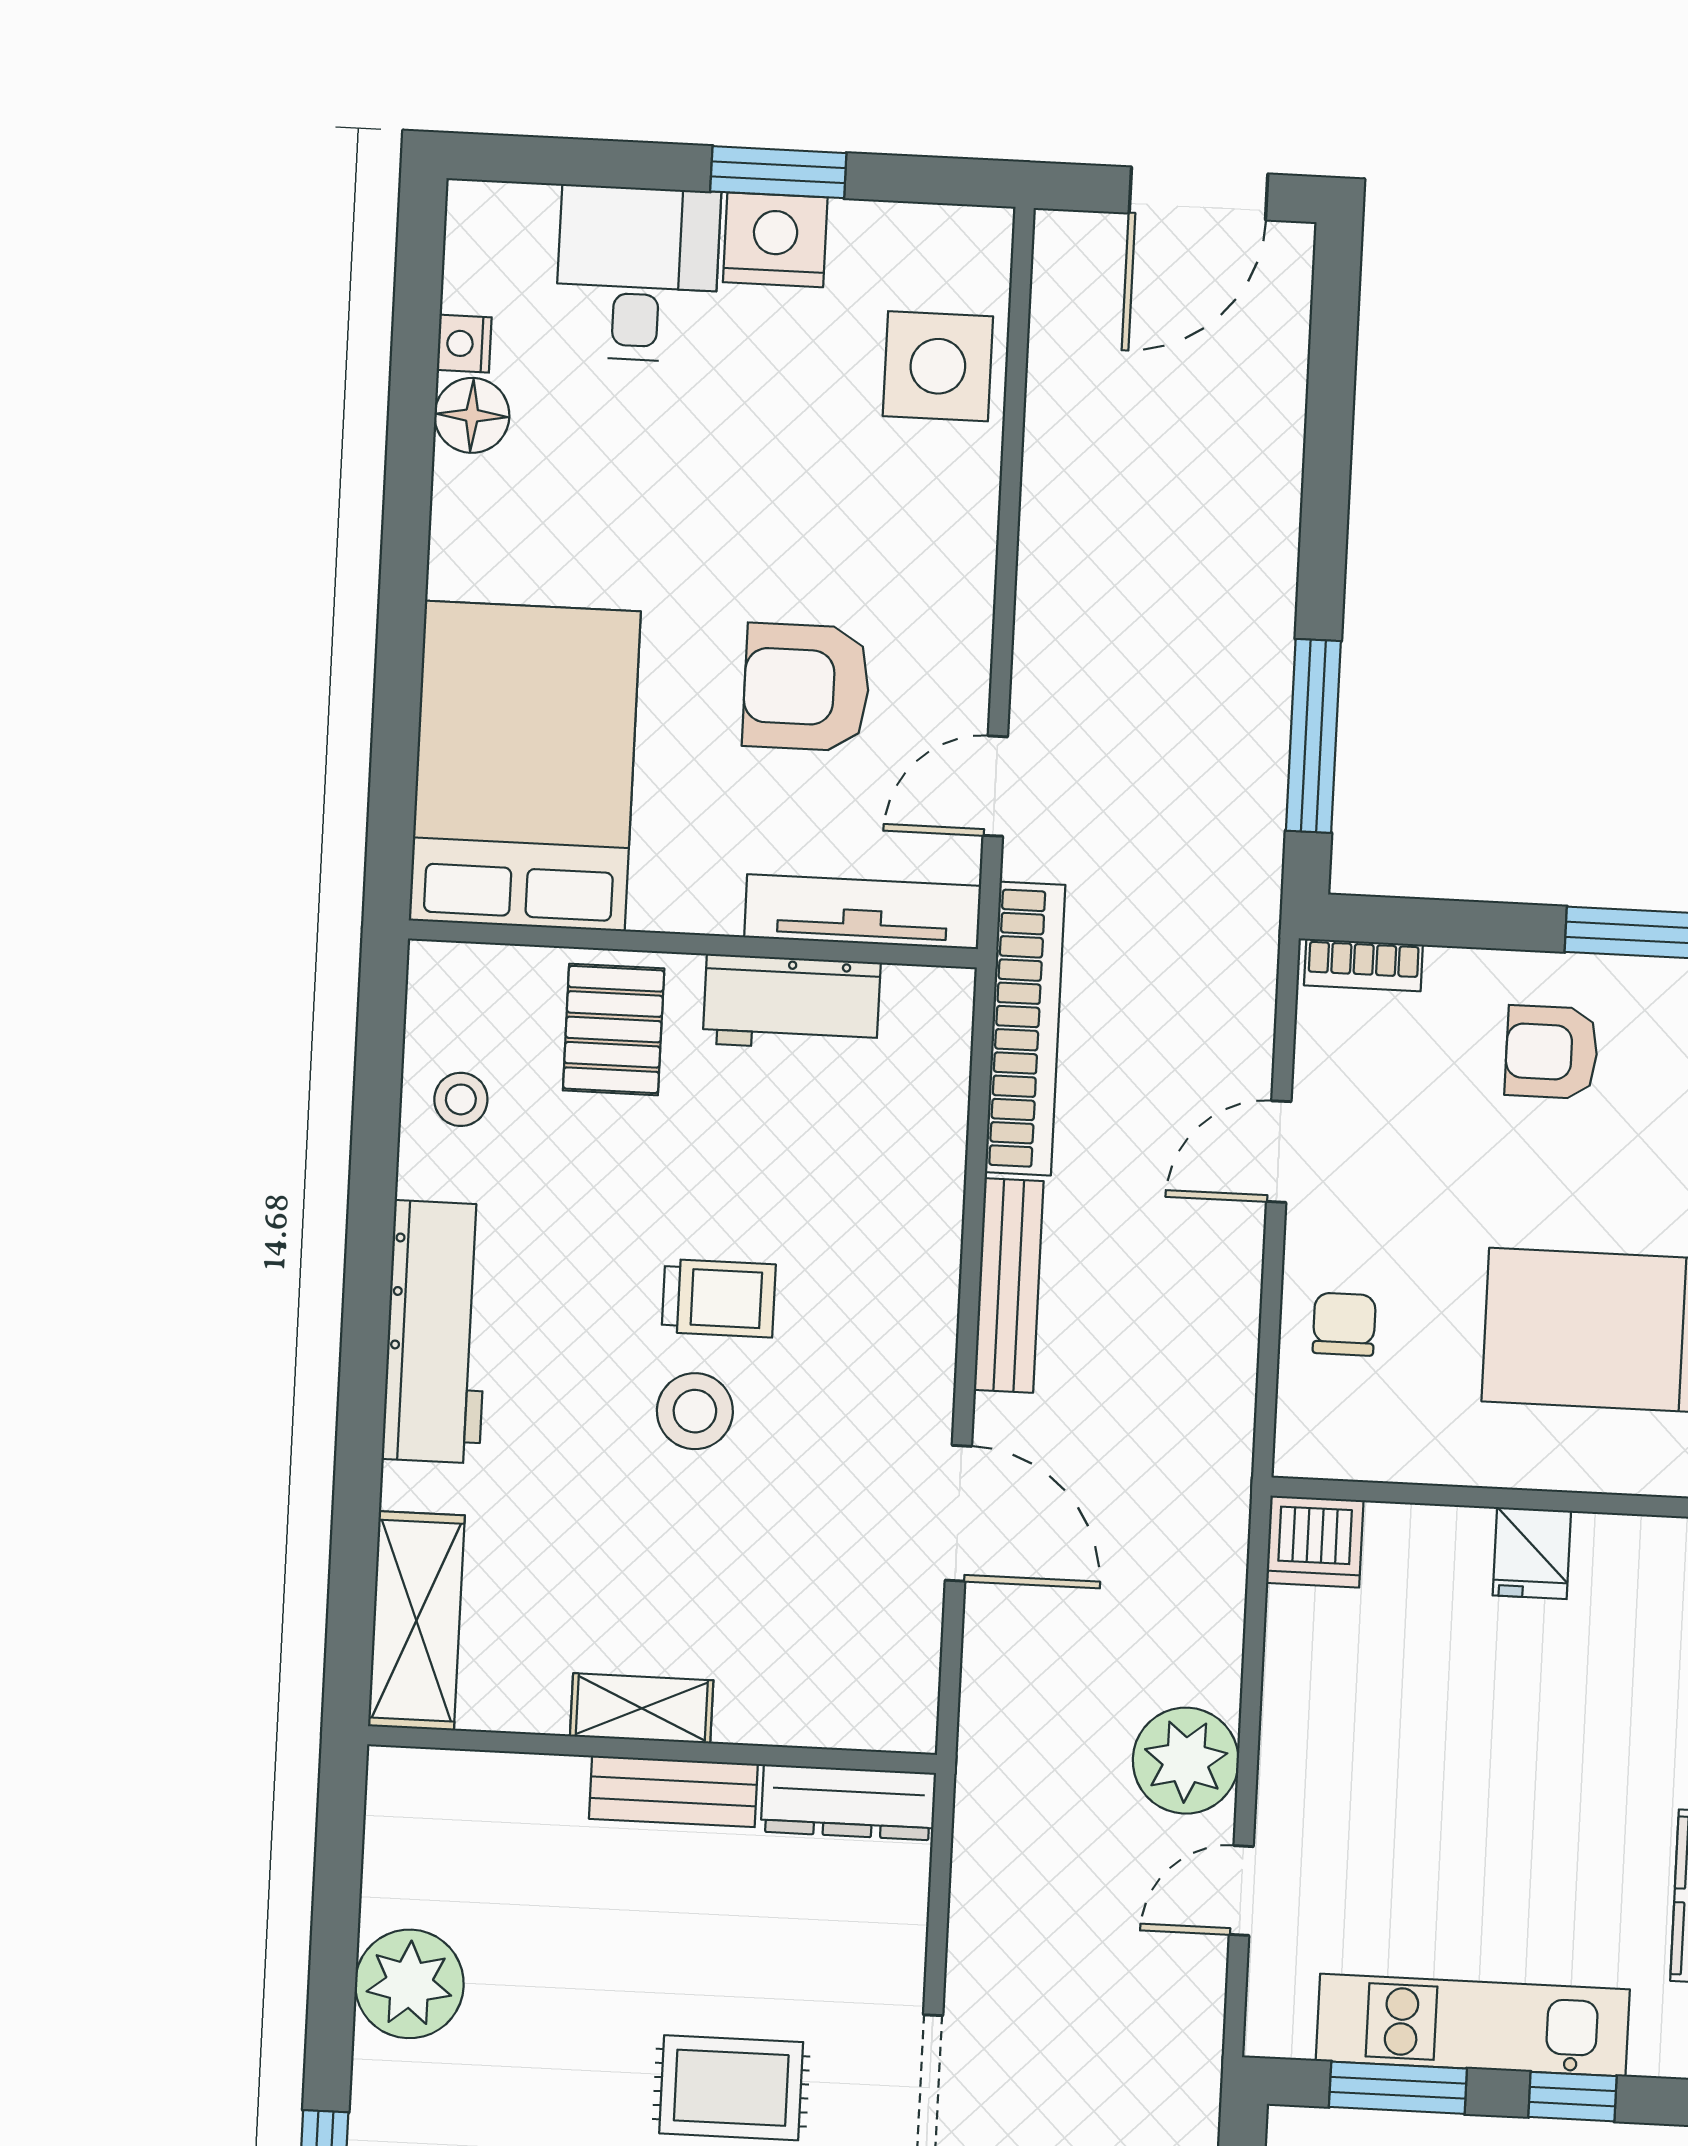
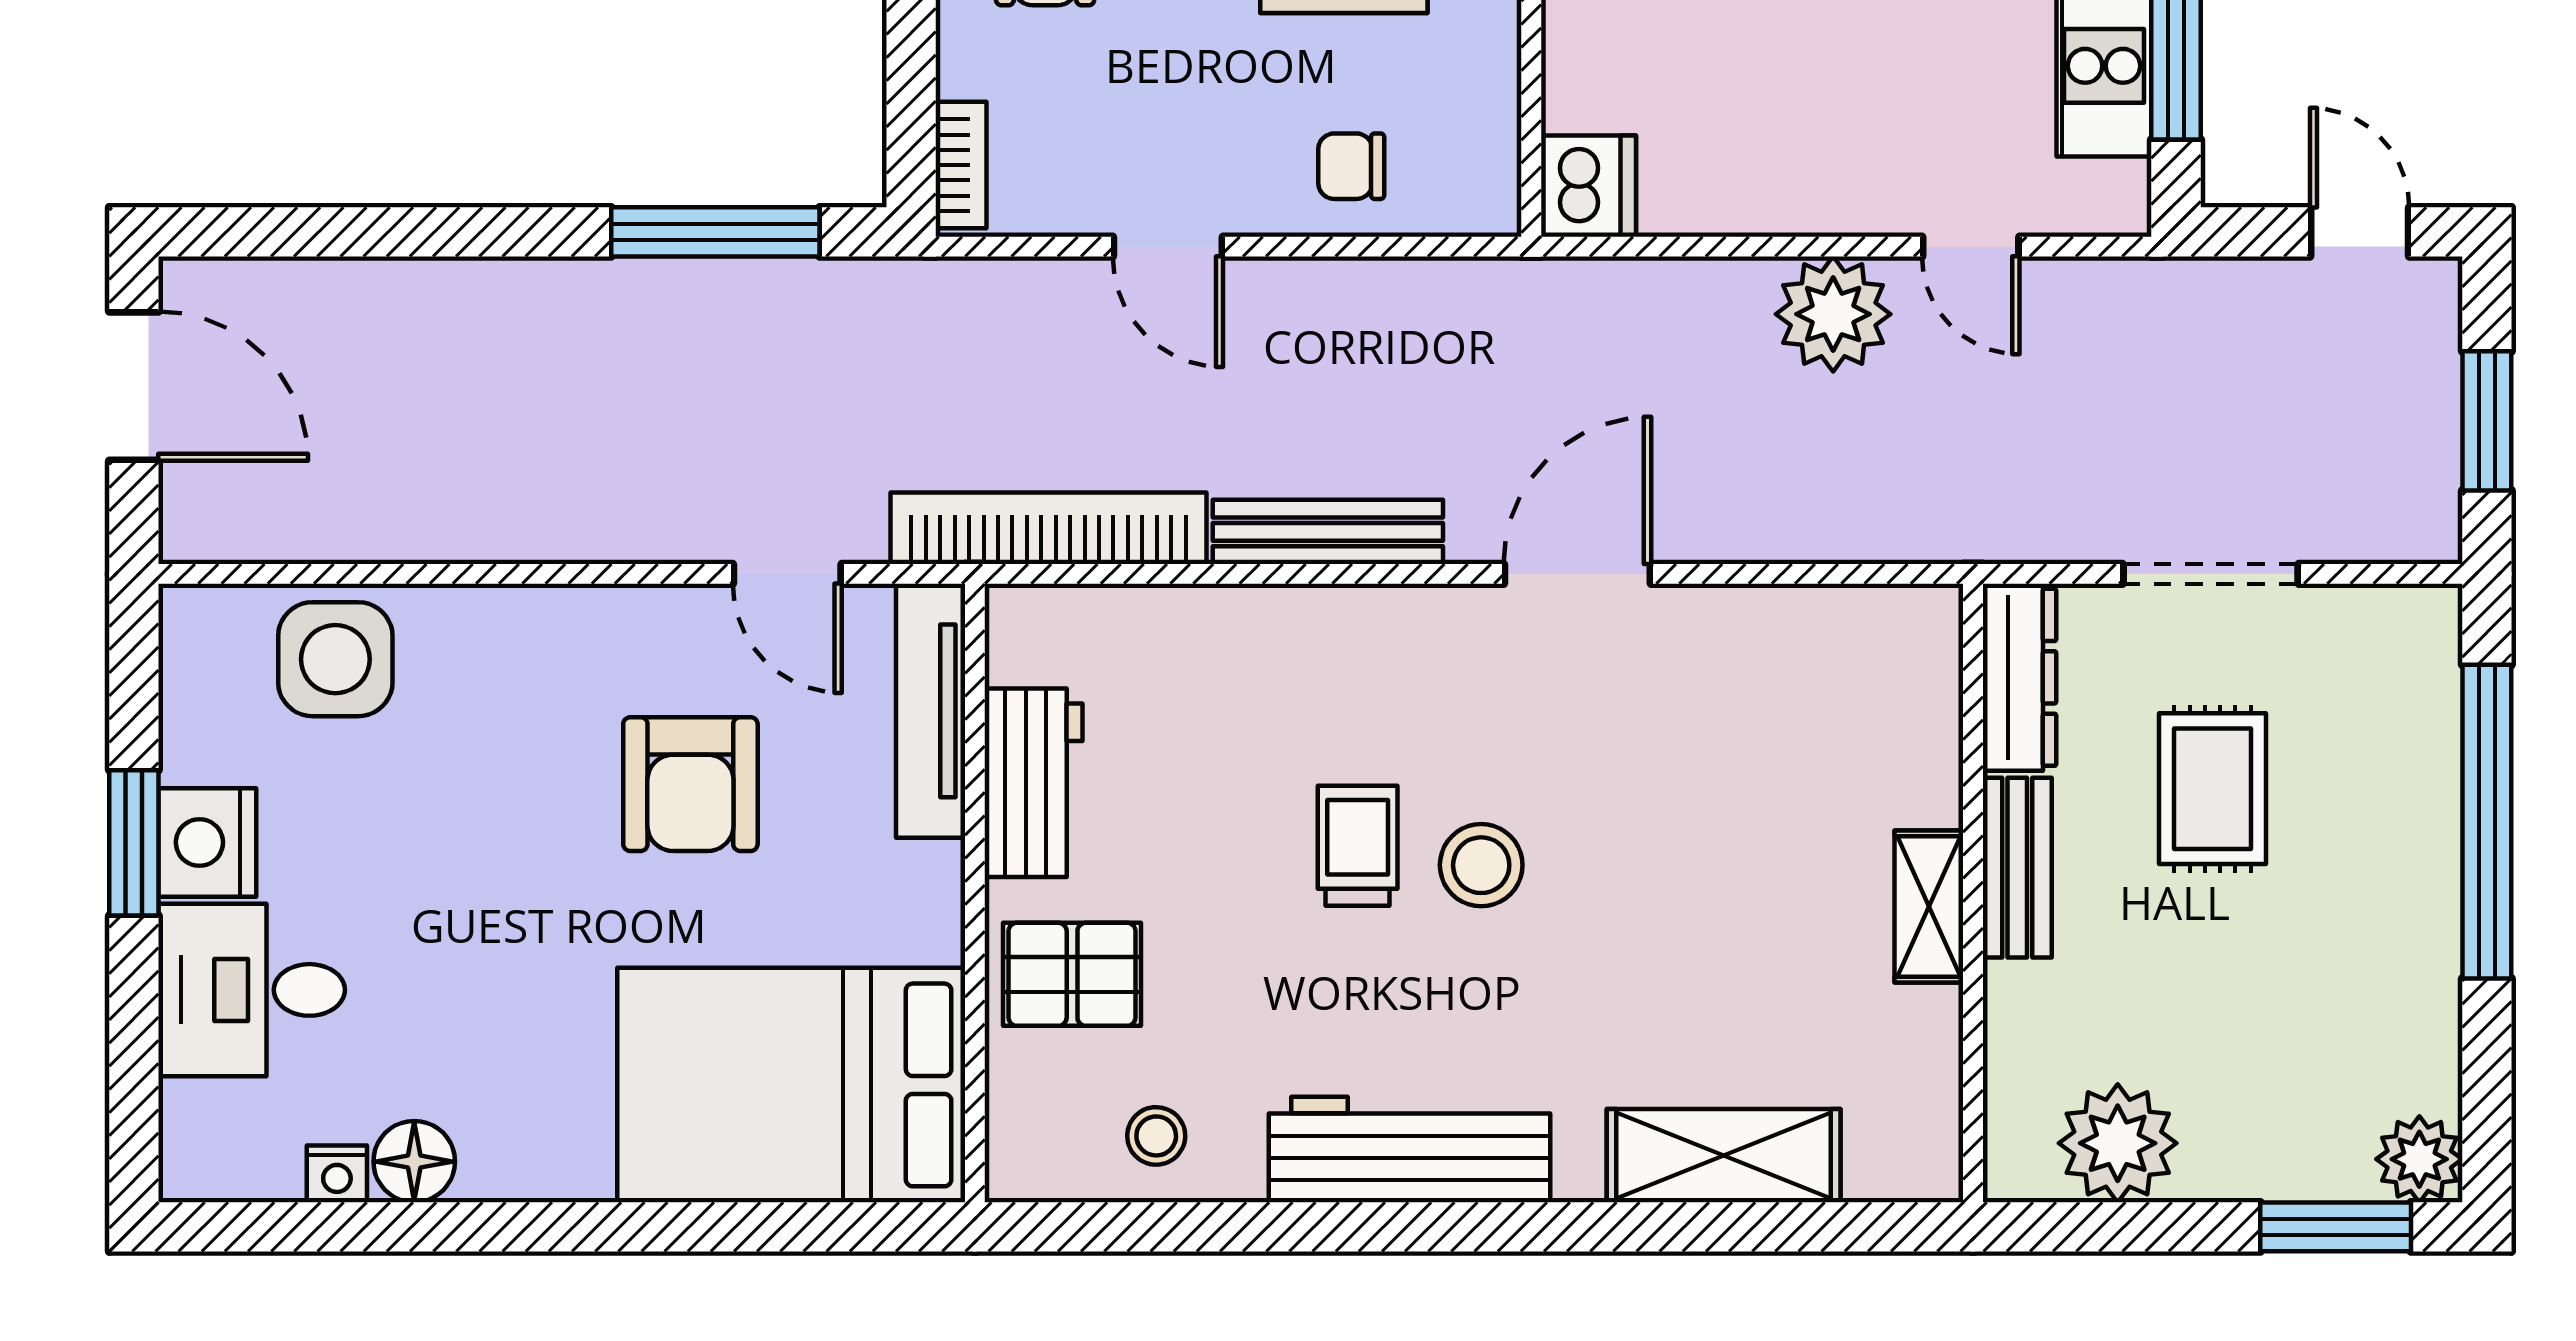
shelving: (642, 1708) -> (1929, 907), moved
wall: (652, 1750) -> (1973, 893), moved
bench: (673, 1791) -> (2017, 868), moved
dresser: (848, 1802) -> (2020, 677), moved

